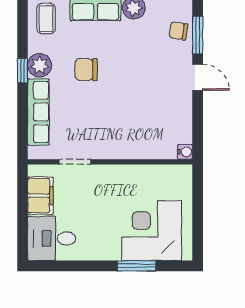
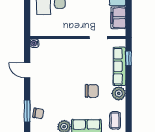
window: (23, 71) -> (129, 58), moved
door: (198, 77) -> (27, 70), moved

